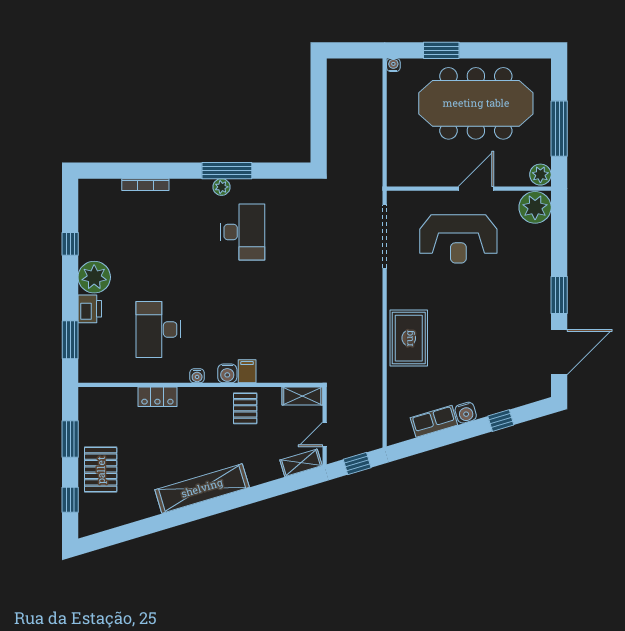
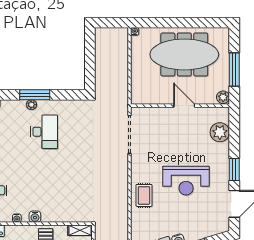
window: (441, 50) -> (163, 23), removed
door: (476, 189) -> (184, 106), hinge flipped
plant: (535, 207) -> (220, 132), moved
reception desk: (458, 239) -> (186, 181), moved
rug: (409, 338) -> (144, 195), width x0.73, depth x0.70
filing cabinet: (247, 371) -> (47, 215), removed

